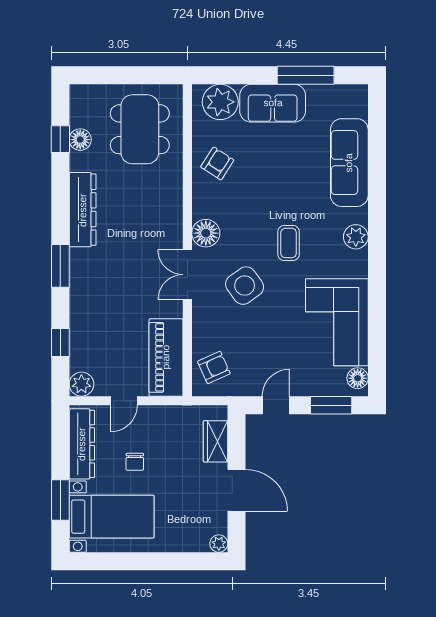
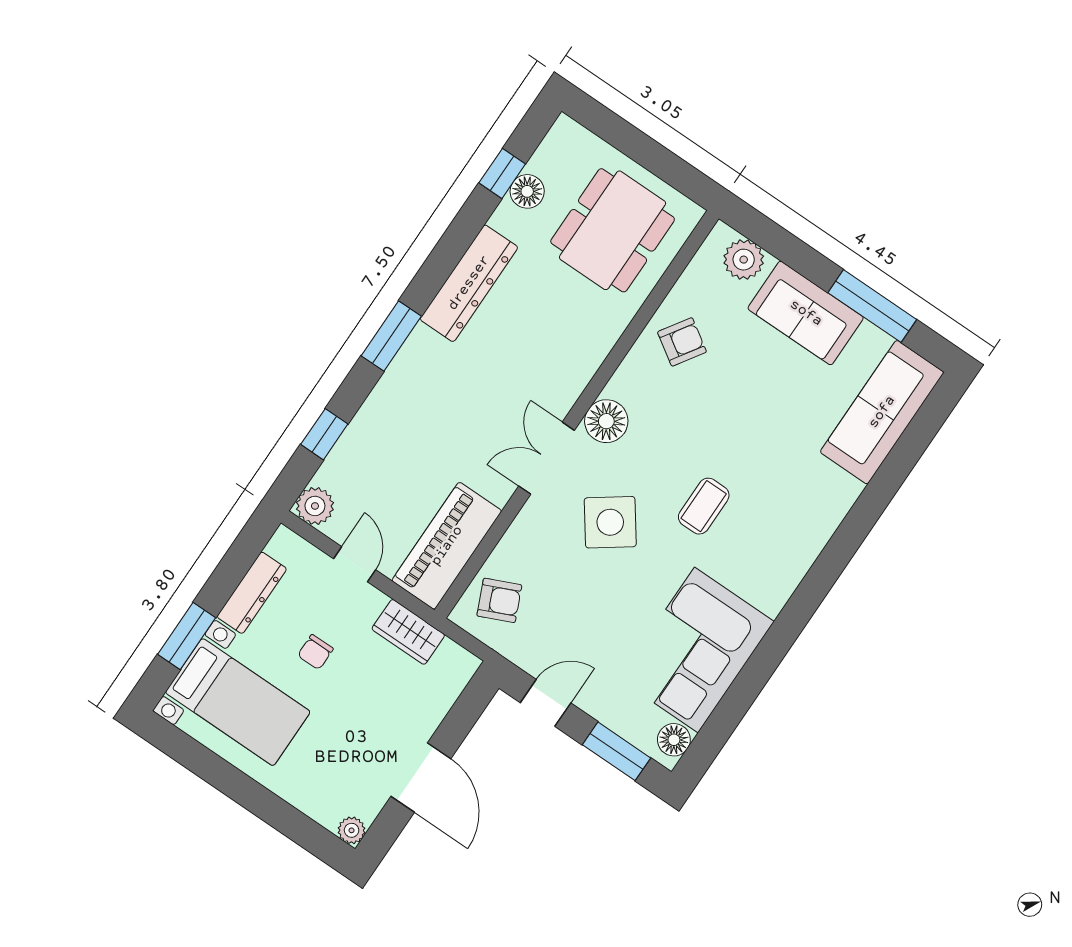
plant: (220, 102) -> (744, 260), width x0.73, depth x0.73
sofa: (349, 163) -> (882, 412), moved
plant: (356, 237) -> (795, 557), removed
door: (124, 401) -> (355, 564), swing flipped
wardrobe: (216, 441) -> (408, 632), moved, turned -90
dresser: (82, 444) -> (252, 593), width x0.73, depth x0.80

